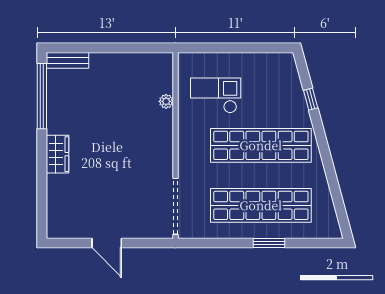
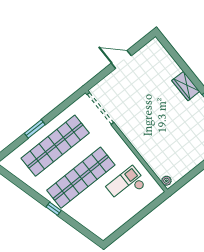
checkout: (216, 95) -> (126, 185), turned 180
window: (311, 99) -> (54, 209), moved
plant: (166, 101) -> (166, 181), moved

